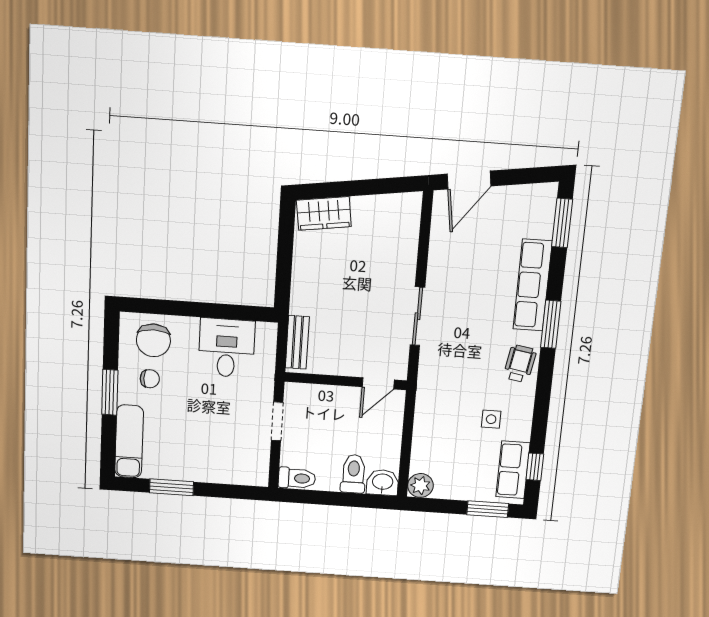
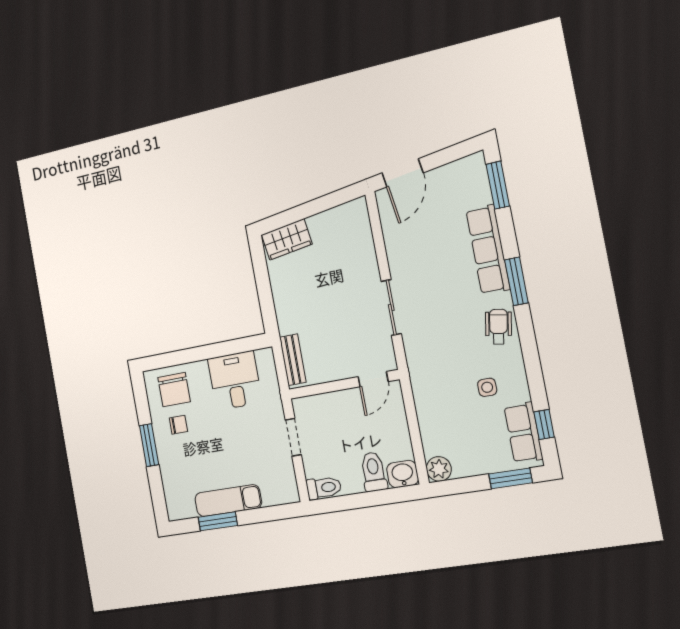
exam couch: (129, 441) -> (228, 501), moved, turned -90

